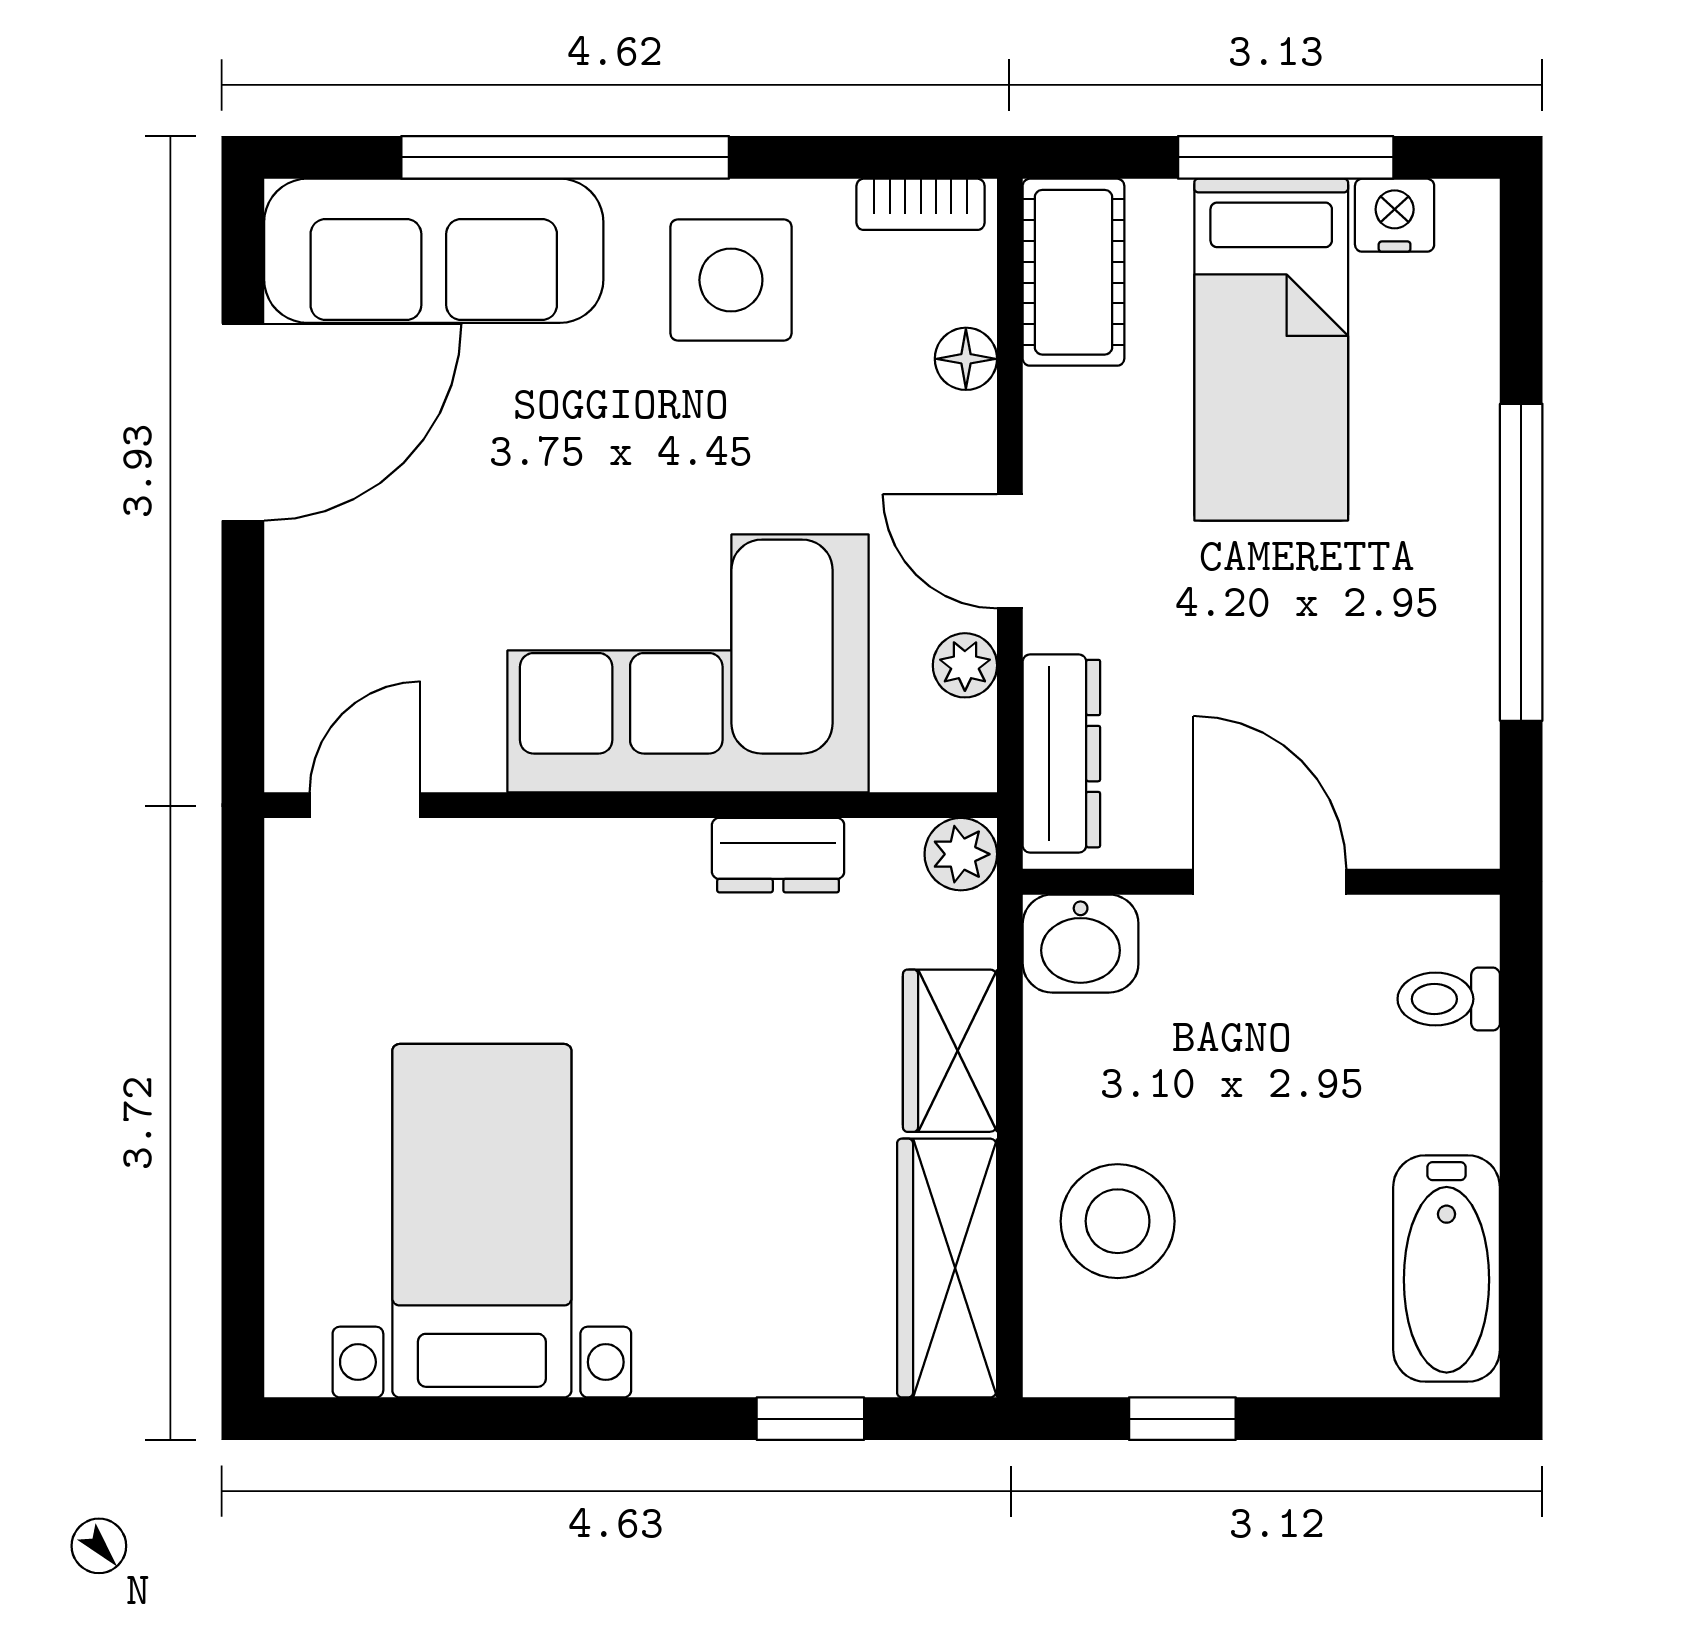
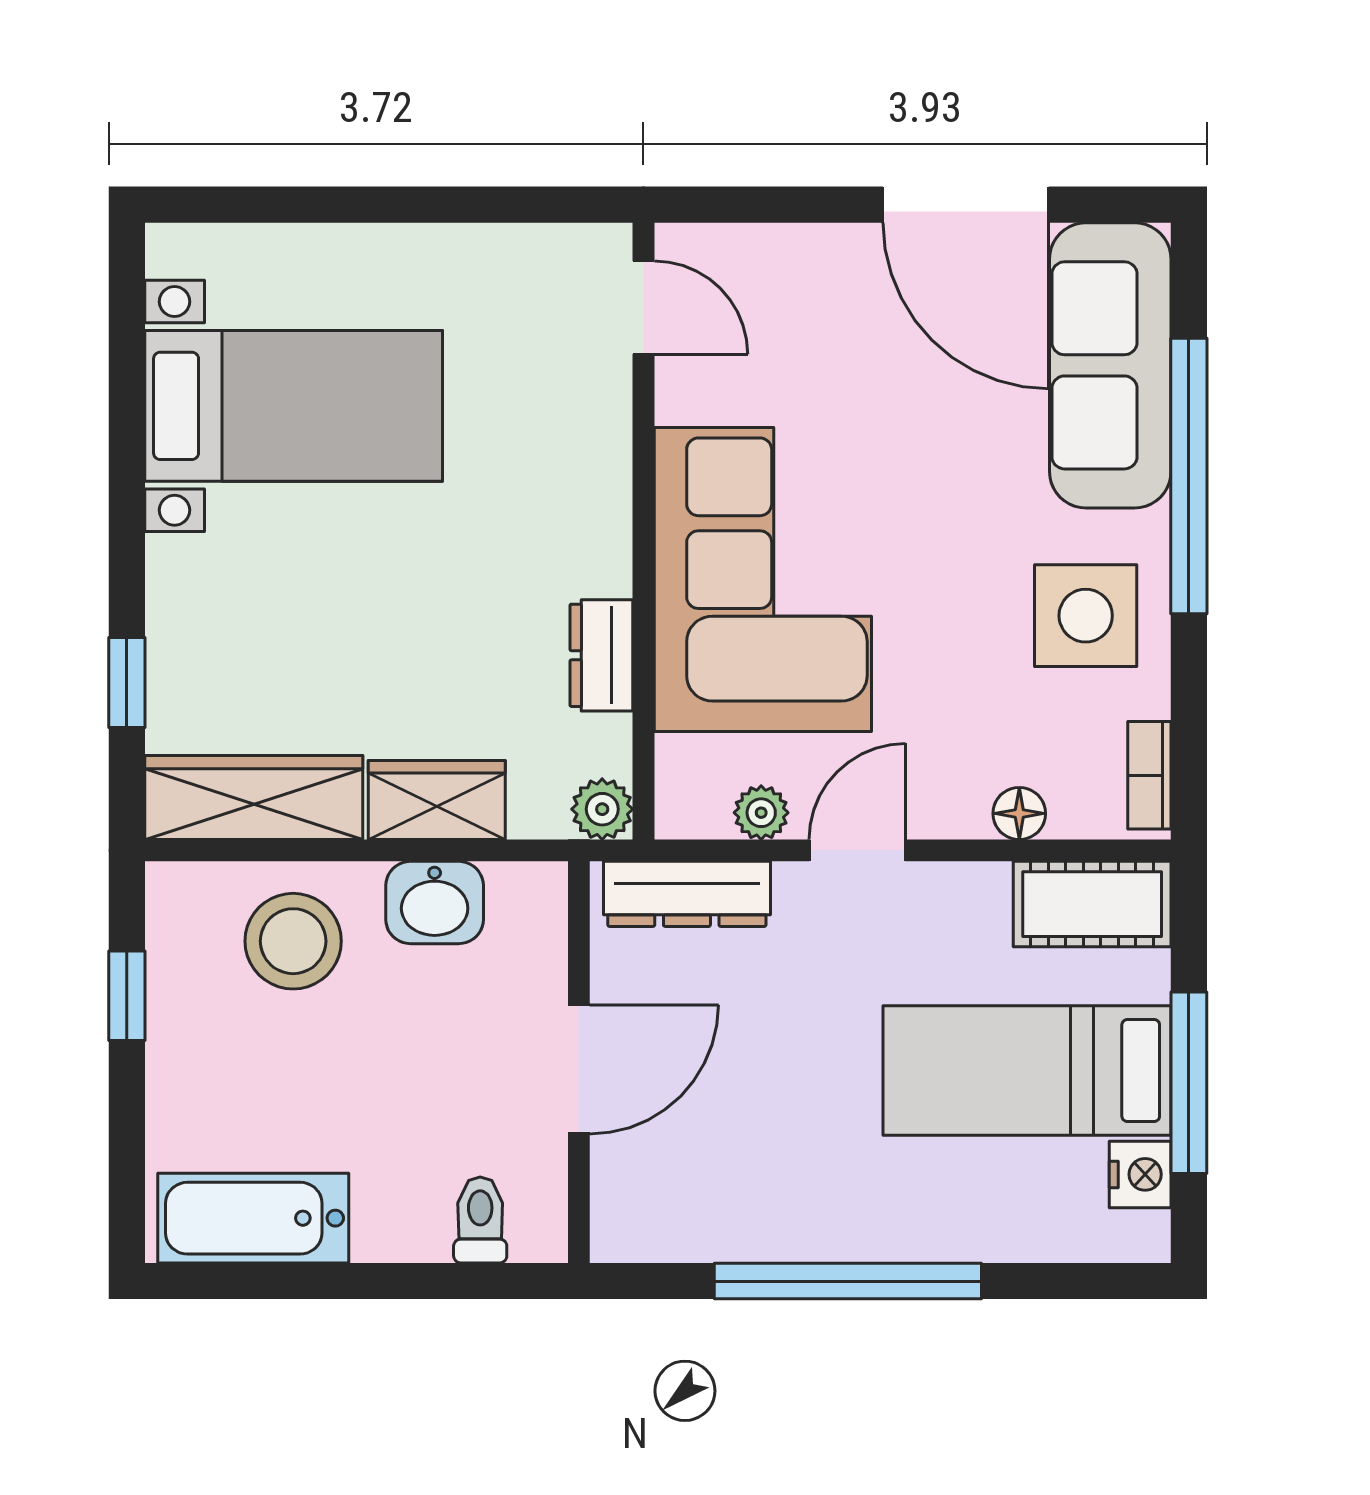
washbasin: (1081, 944) -> (435, 903), moved, turned -90

